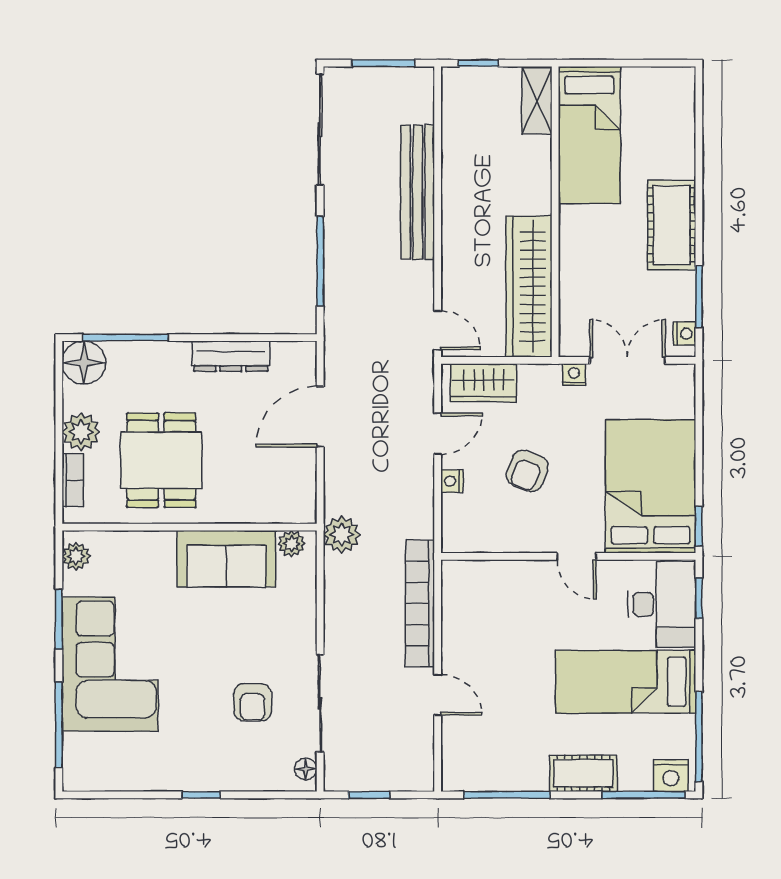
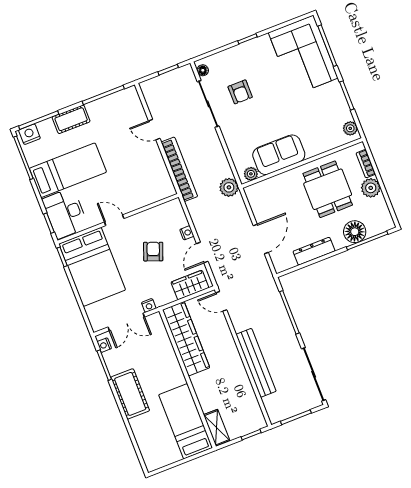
floor lamp: (84, 363) -> (355, 232), moved
corner sofa: (110, 664) -> (303, 55), moved
armchair: (253, 702) -> (240, 92), turned 180

